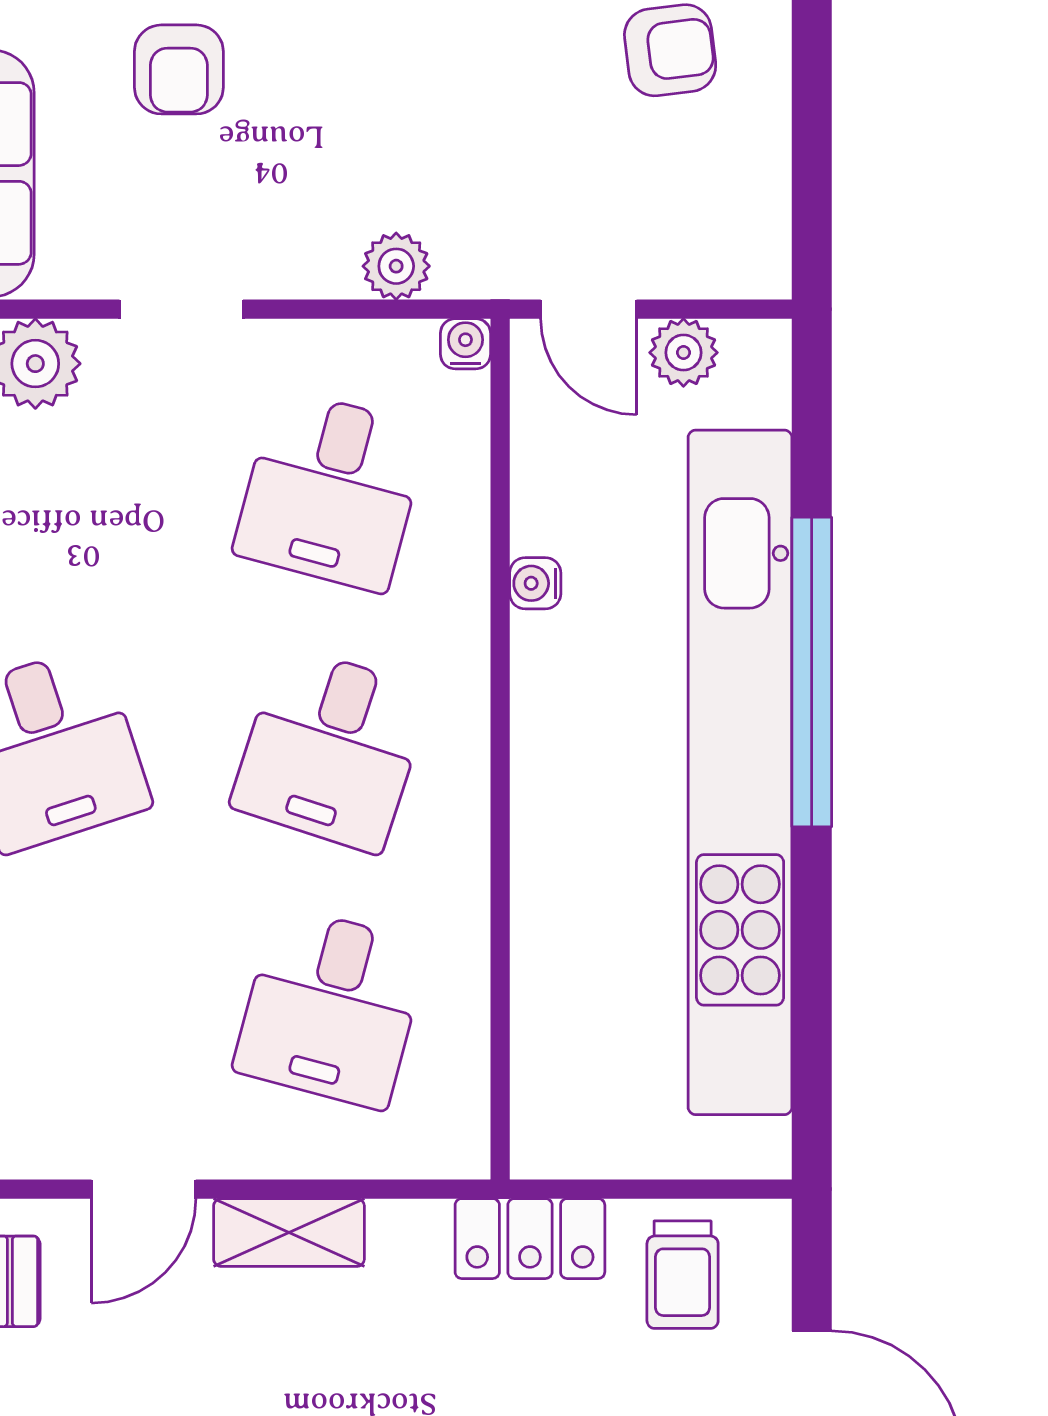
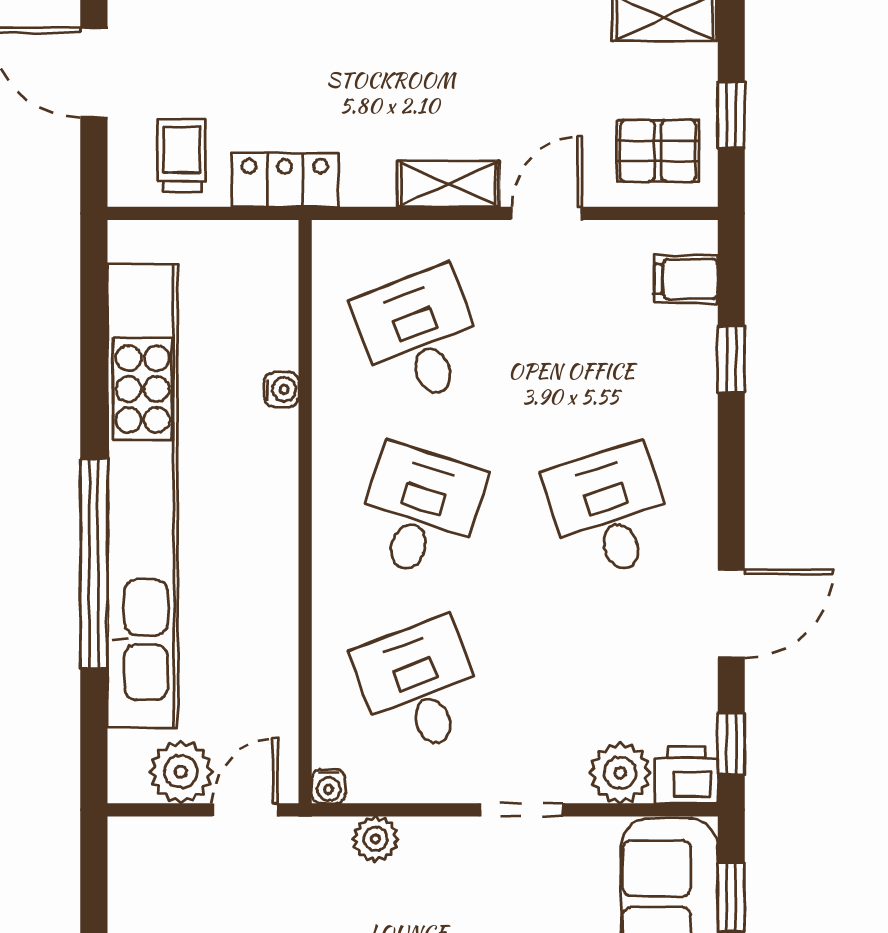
door: (589, 309) -> (245, 810), hinge flipped
plant: (683, 353) -> (181, 772), width x1.38, depth x1.38
desk: (331, 491) -> (420, 687), turned -36
water cooler: (535, 583) -> (281, 389), moved
desk: (331, 1008) -> (420, 336), turned -36

